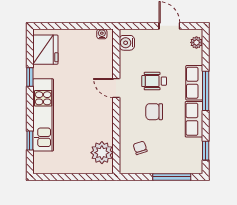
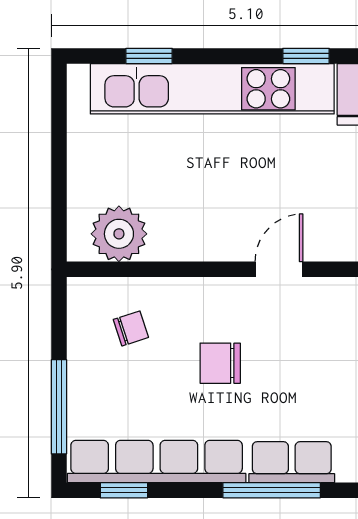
wheelchair: (154, 81) -> (296, 363), removed
chair: (154, 112) -> (220, 363), turned -90
kitchen unit: (43, 115) -> (212, 89), width x1.36
row of seats: (194, 119) -> (157, 462), width x2.02

